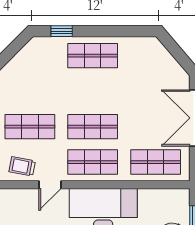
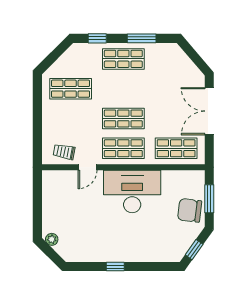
window: (115, 31) -> (142, 38), added
shop shelf: (30, 127) -> (71, 89), moved

